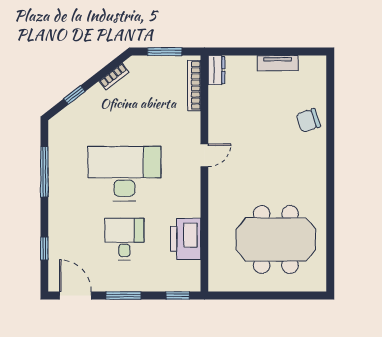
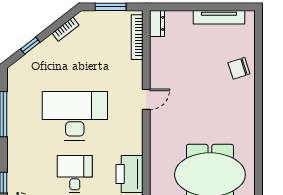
tv unit: (278, 63) -> (219, 17), width x1.41

